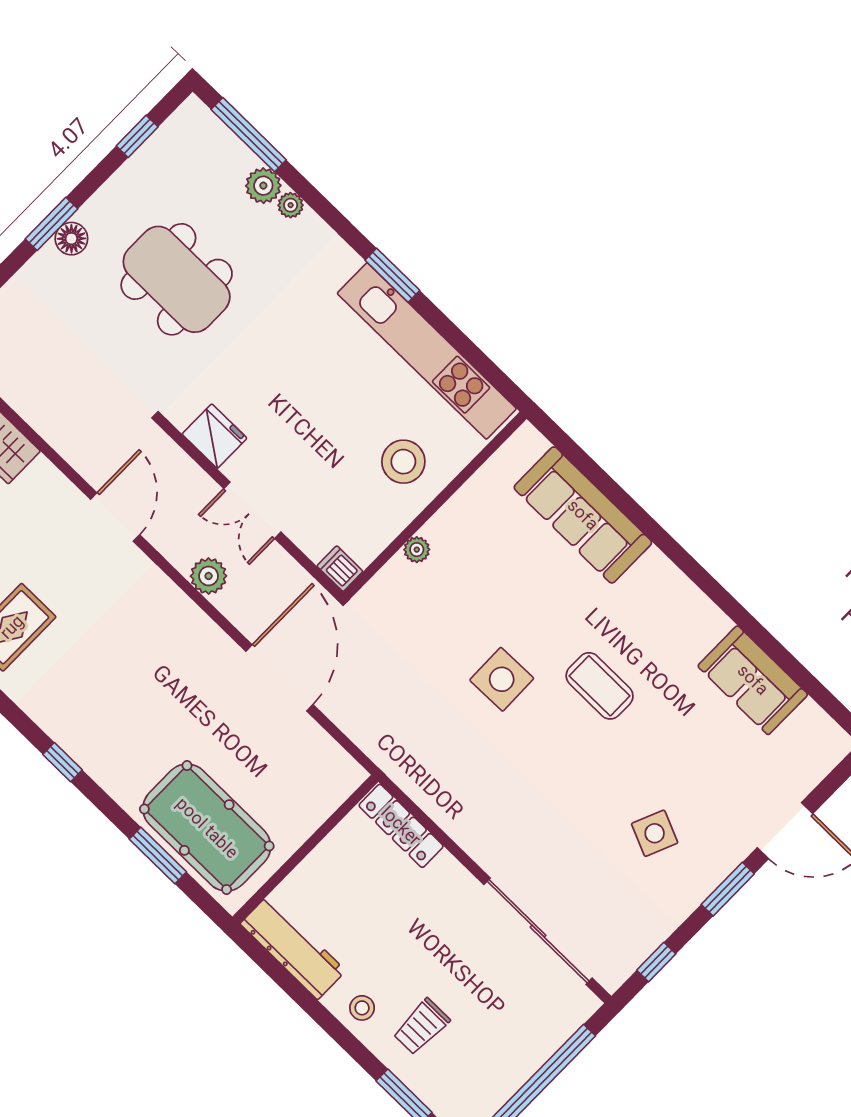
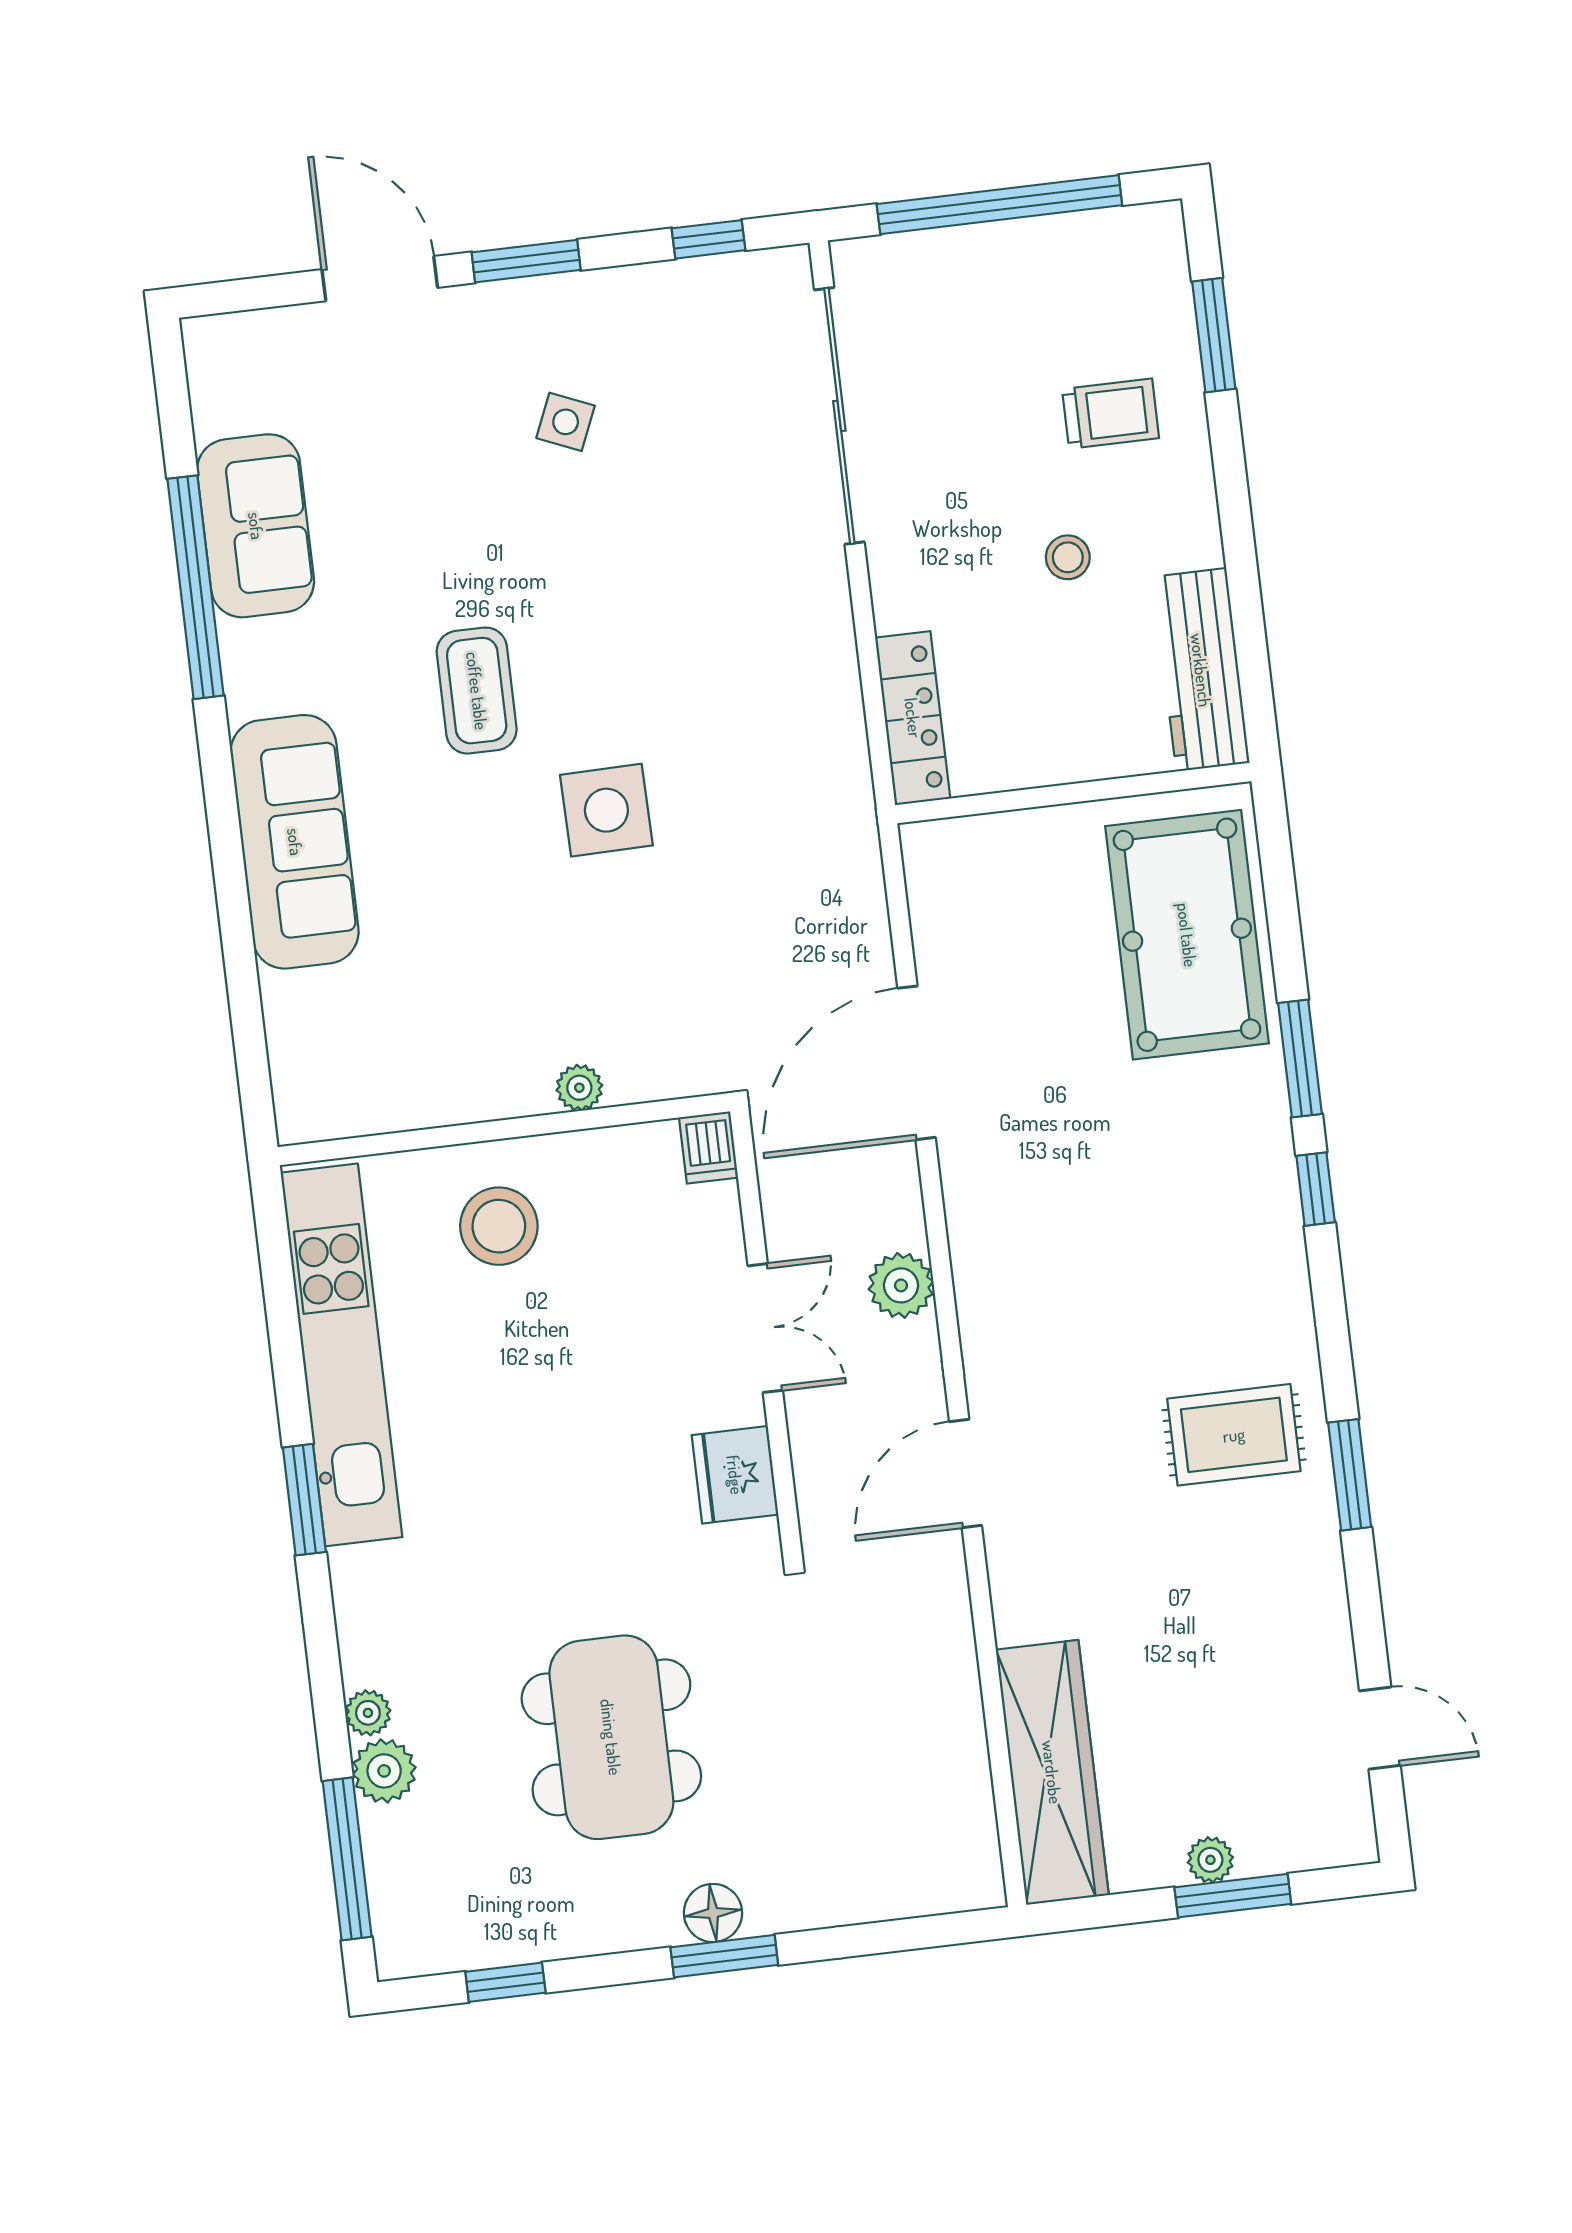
sofa: (583, 515) -> (295, 842), moved
window: (757, 633) -> (196, 587), added
side table: (655, 833) -> (566, 422), width x0.73, depth x0.73
window: (158, 855) -> (1300, 1059), moved
stool: (362, 1008) -> (1068, 557), moved

